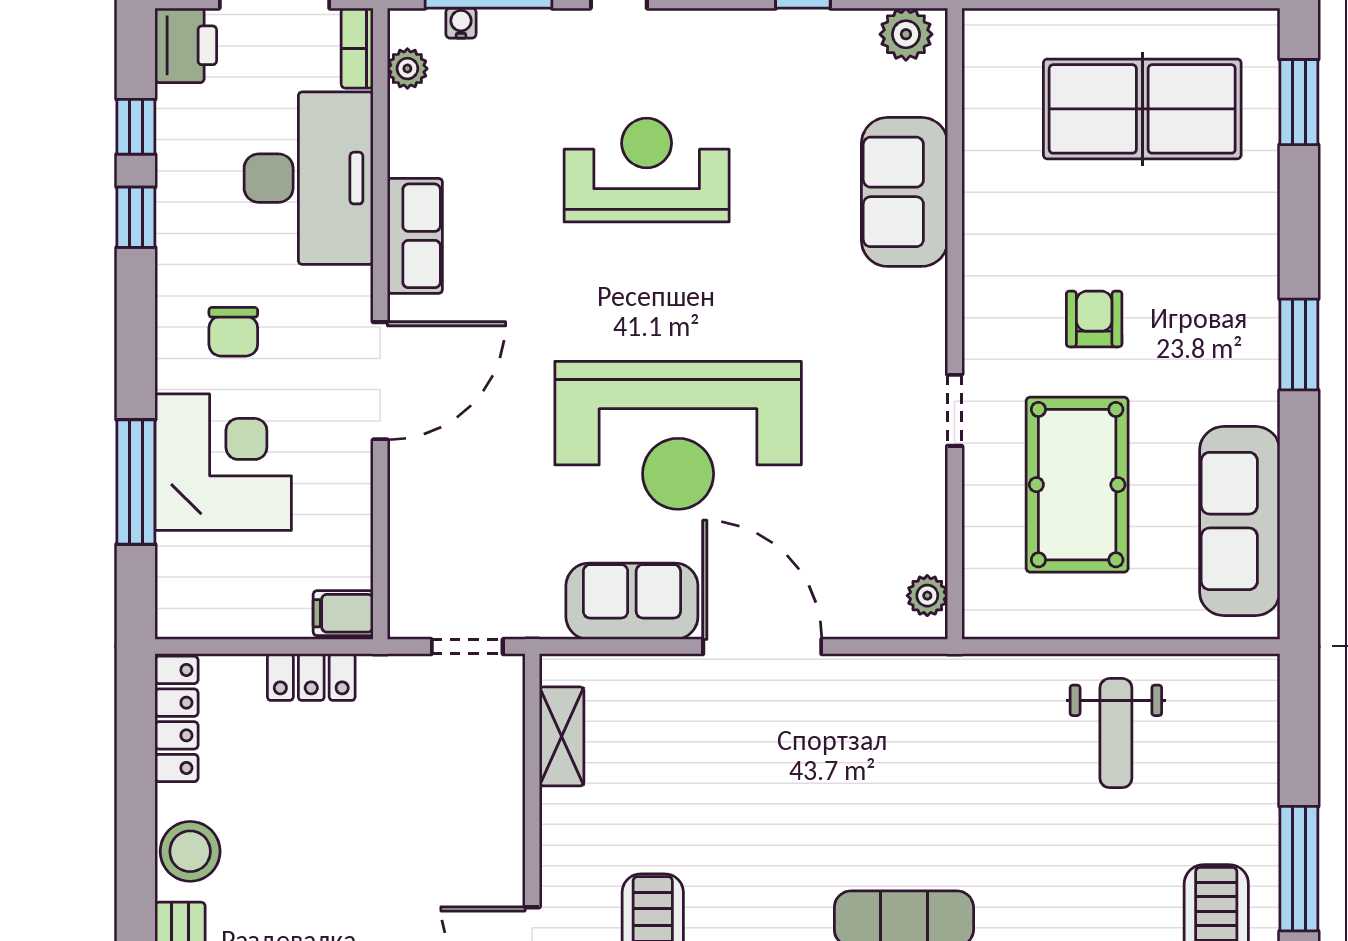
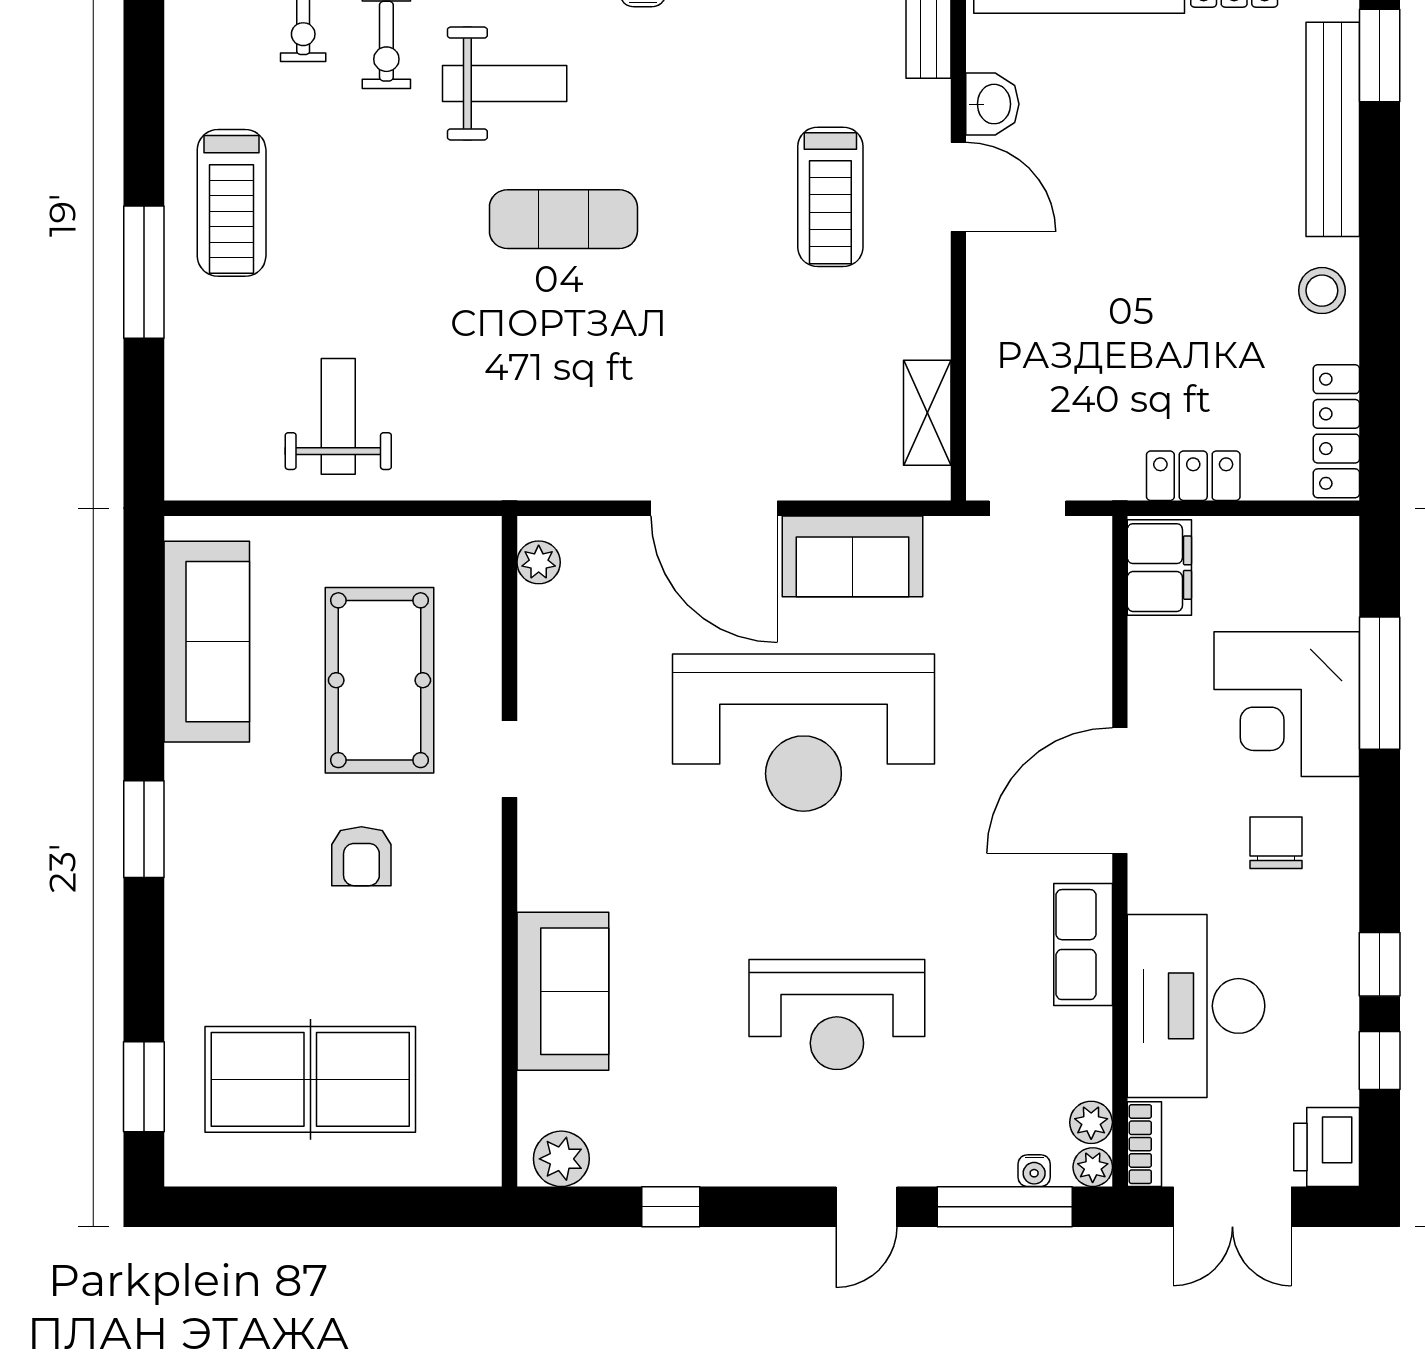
plant: (406, 26) -> (1093, 1167), added
reception desk: (678, 435) -> (803, 733), turned 180
filing cabinet: (343, 613) -> (1159, 568), width x2.00
stool: (190, 851) -> (1322, 291), width x0.73, depth x0.73

